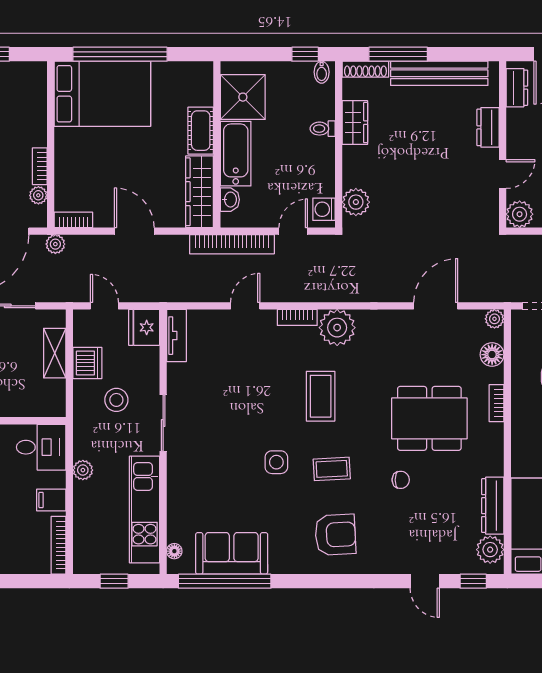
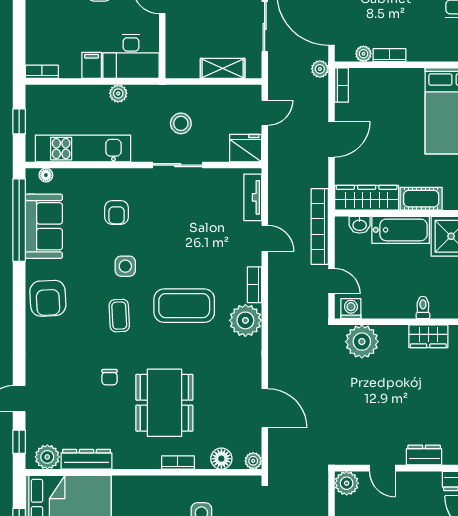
plant: (356, 202) -> (362, 342), width x1.36, depth x1.36
tv unit: (177, 336) -> (253, 197), moved, turned 90
dishwasher: (87, 363) -> (214, 98), removed
coffee table: (321, 396) -> (184, 306), width x1.36, depth x1.32
sliding door: (163, 423) -> (178, 165), moved
desk: (41, 447) -> (131, 56), width x1.37
armchair: (216, 472) -> (117, 212), added
armchair: (335, 535) -> (48, 298), moved
bookcase: (58, 545) -> (42, 72), width x0.64

